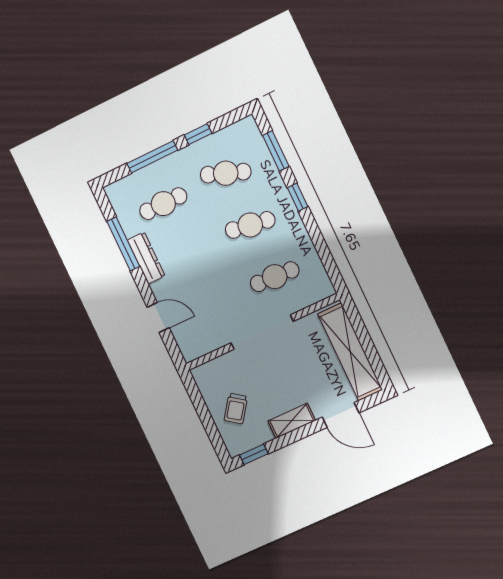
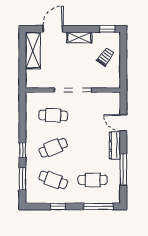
window: (152, 157) -> (98, 206), moved
cafe table: (250, 225) -> (53, 148), turned -33
dresser: (146, 258) -> (115, 146), moved
shelving: (350, 352) -> (33, 50), width x0.68
door: (341, 415) -> (53, 29), hinge flipped

